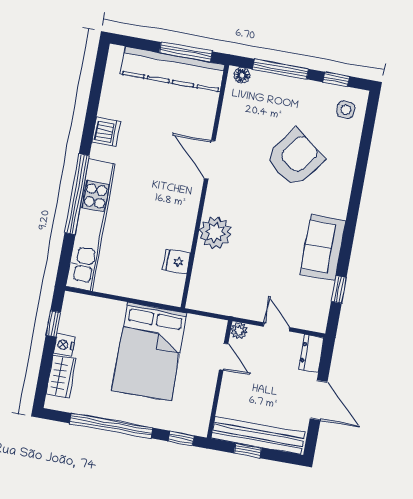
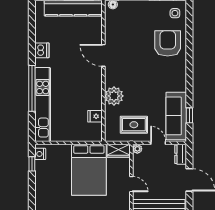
armchair: (295, 158) -> (168, 43), moved, turned -37
sofa: (323, 247) -> (176, 116), moved, width x1.36
rug: (240, 288) -> (134, 125), added
nightstand: (64, 345) -> (40, 154), moved
door: (224, 357) -> (131, 184), moved
wardrobe: (61, 376) -> (119, 151), moved, turned 90

